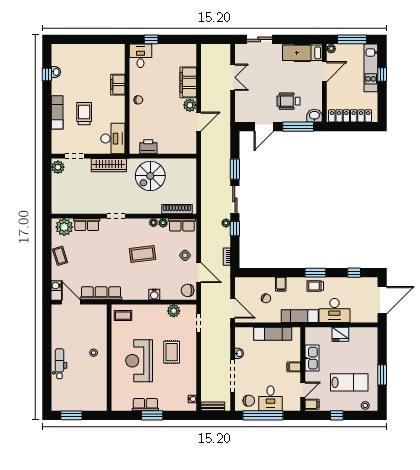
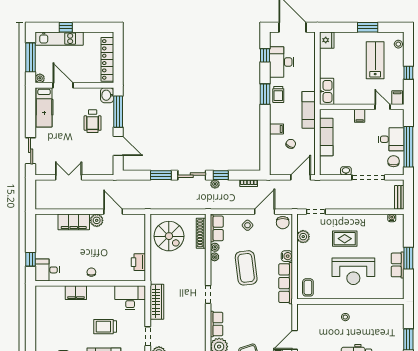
spiral stairs: (150, 176) -> (169, 236), moved
coffee table: (143, 254) -> (246, 268), width x1.36, depth x1.32
row of seats: (101, 293) -> (286, 283), moved
desk: (334, 310) -> (282, 62), moved, turned 180
fridge: (340, 334) -> (327, 40), moved
kitchen sink: (312, 358) -> (327, 91), moved, turned 90

